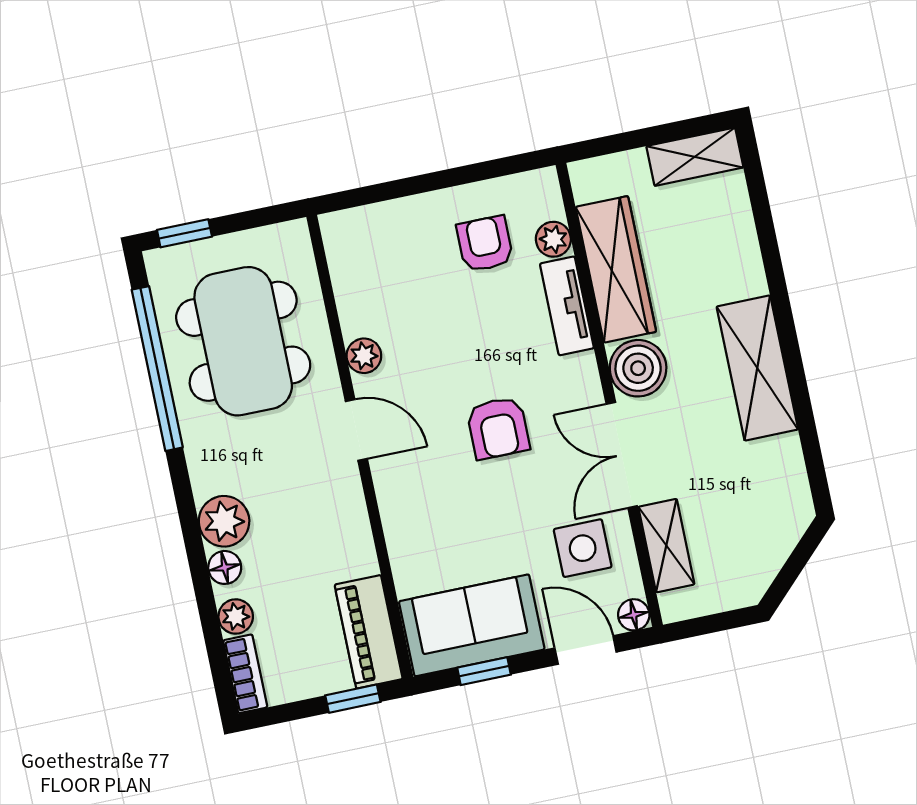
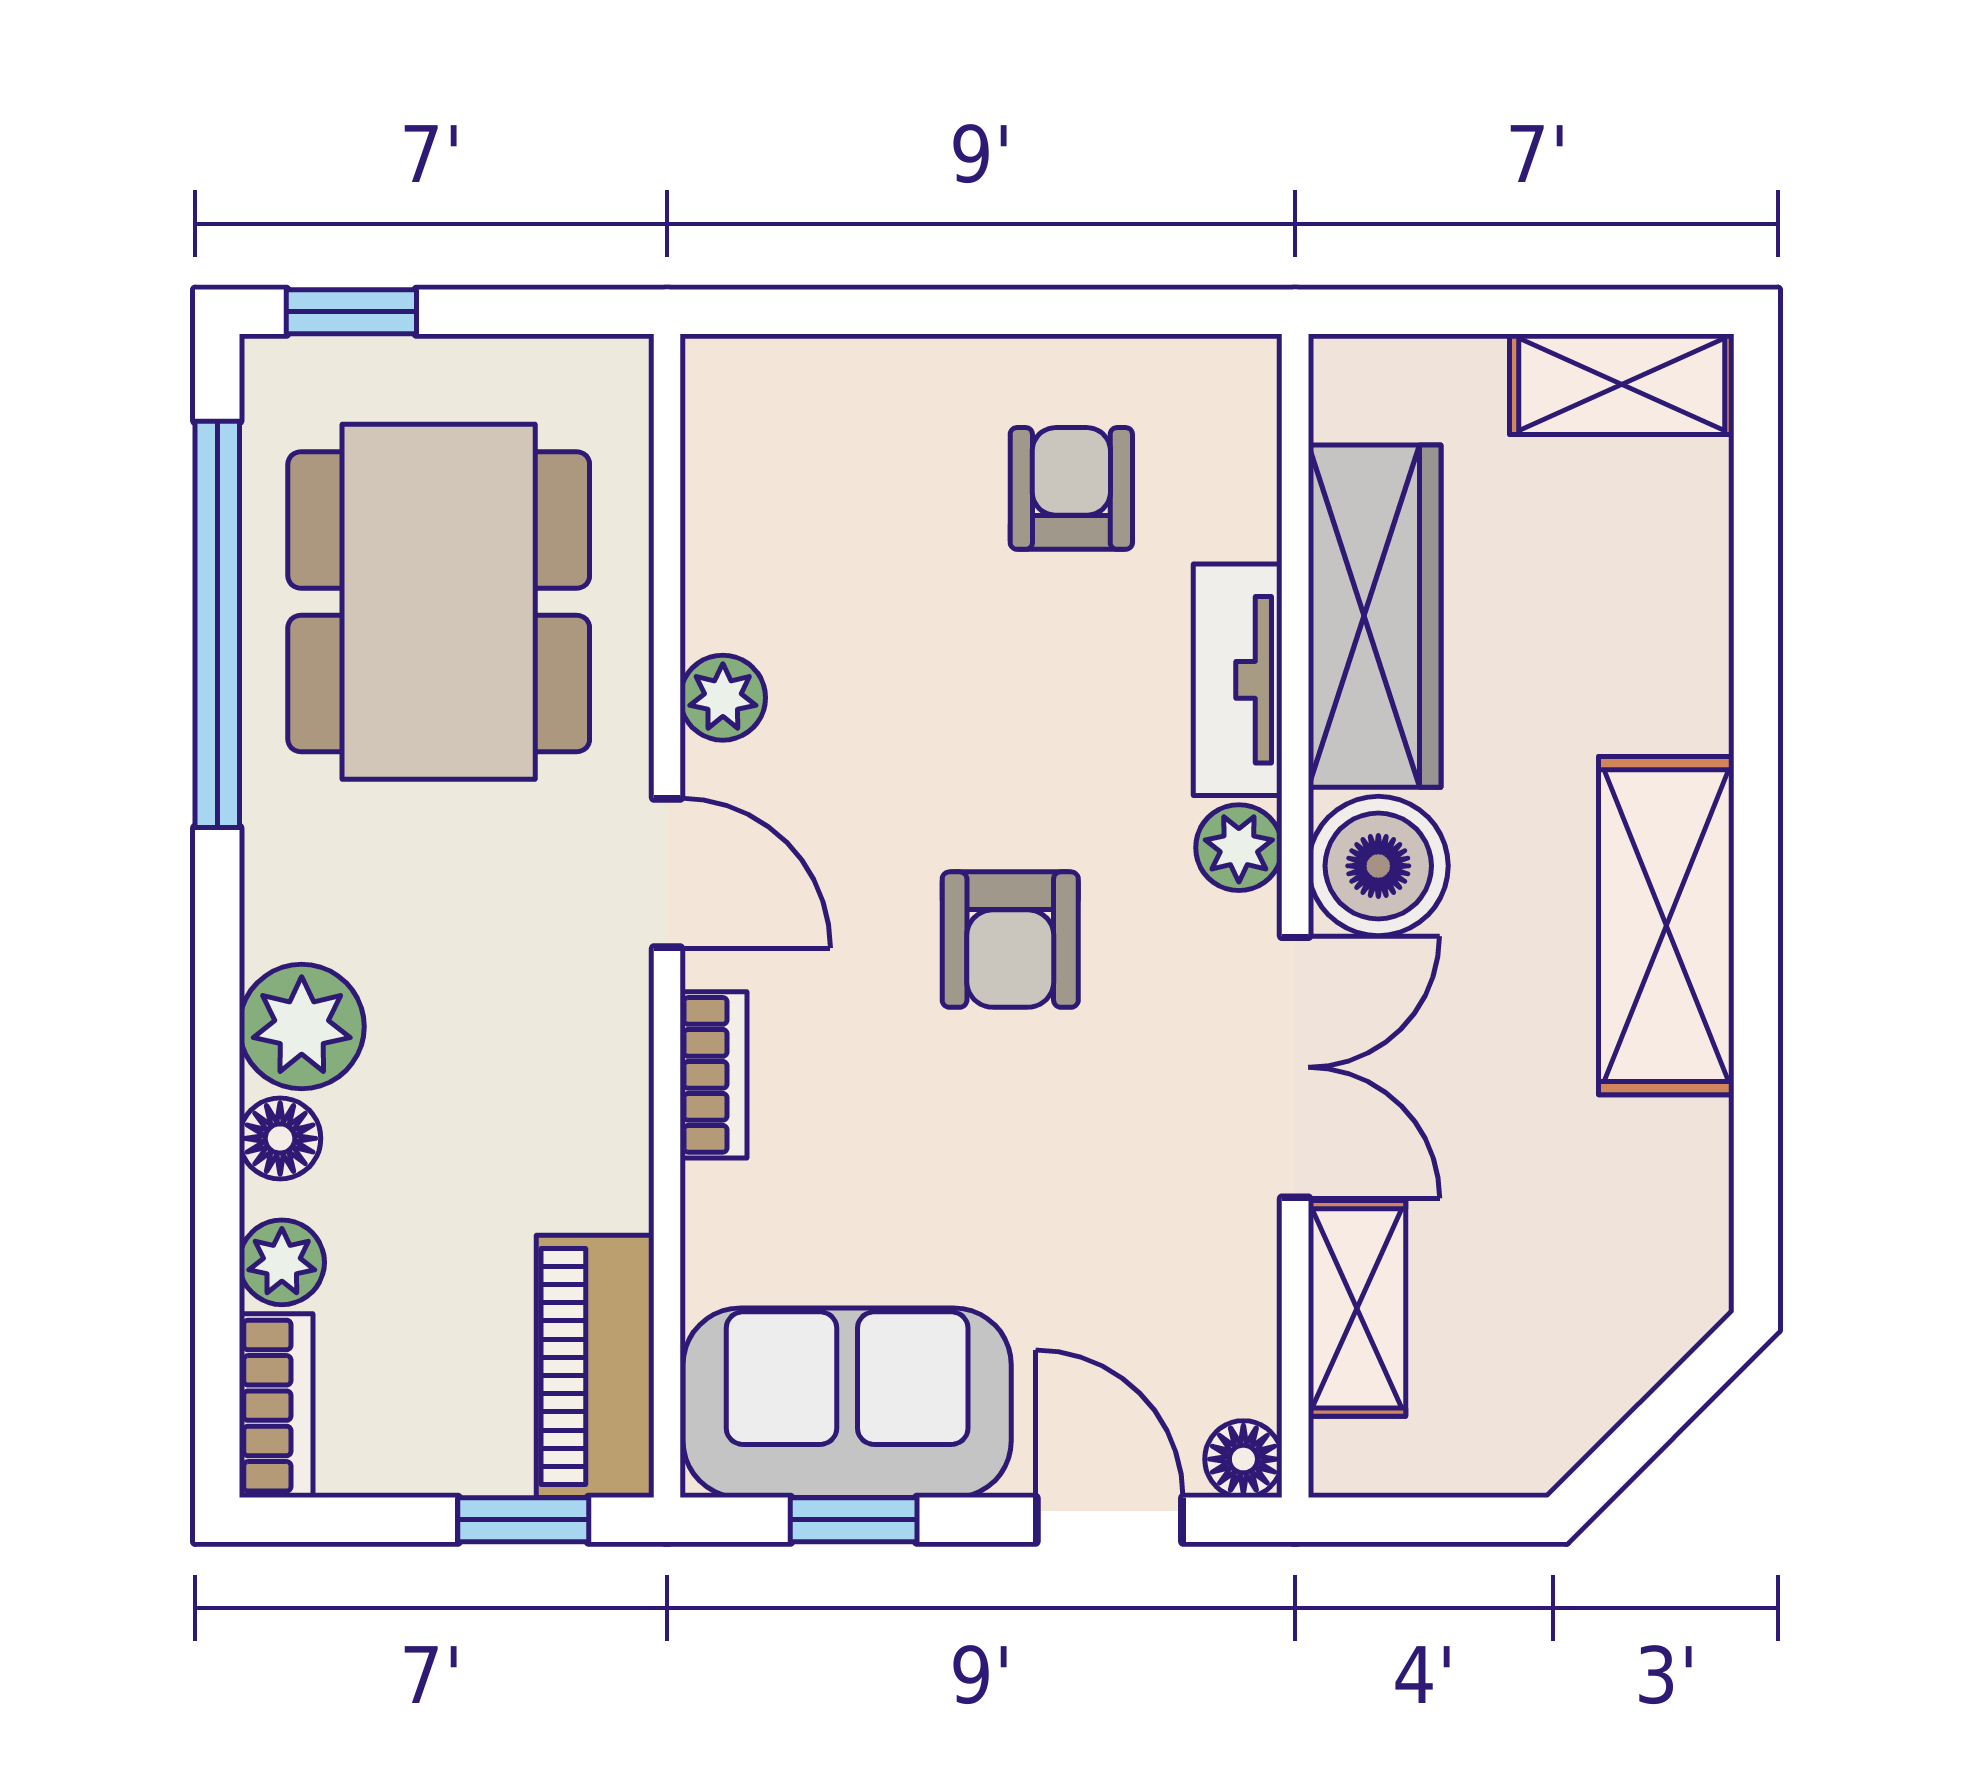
plant: (553, 239) -> (1239, 848), moved
double door: (622, 455) -> (1295, 1067), swing flipped
bookcase: (392, 506) -> (714, 1075), added
side table: (583, 548) -> (1154, 1272), removed

